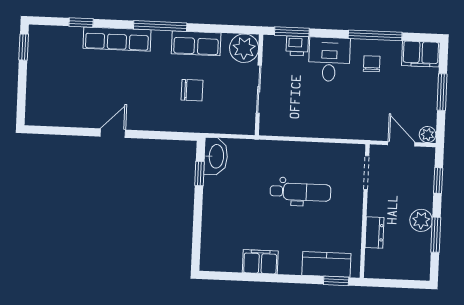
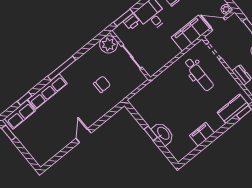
row of seats: (196, 43) -> (20, 115), moved
filing cabinet: (358, 125) -> (191, 33), added
washbasin: (216, 156) -> (163, 134), moved
window: (199, 174) -> (151, 133), moved
dental chair: (300, 192) -> (199, 74), moved, turned 90

